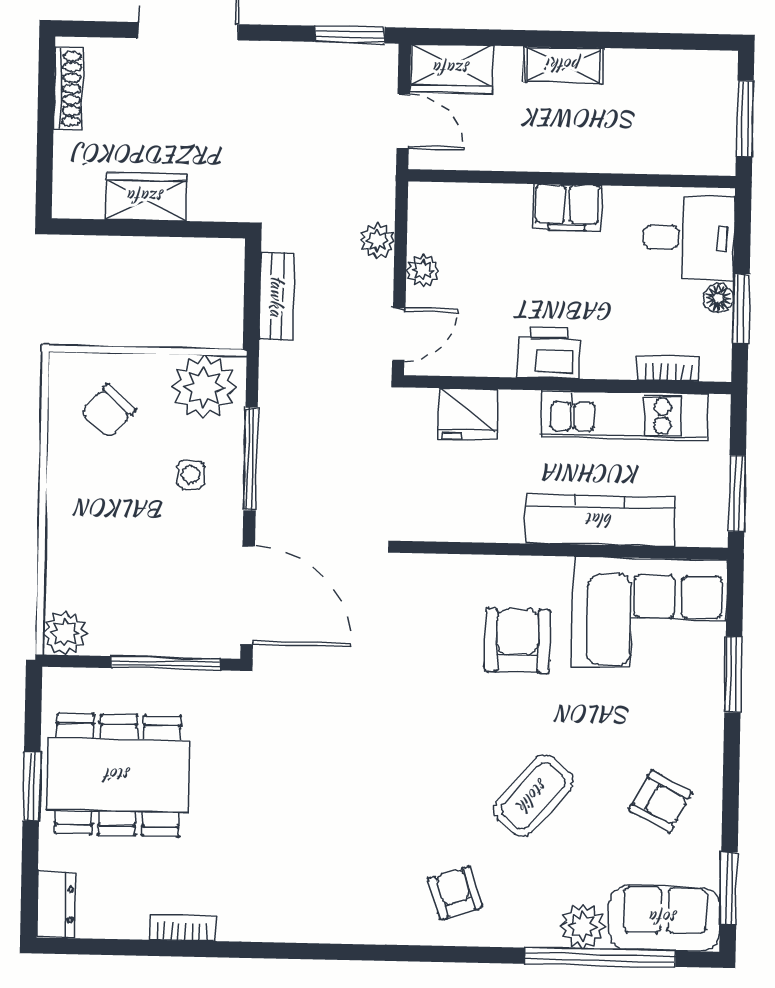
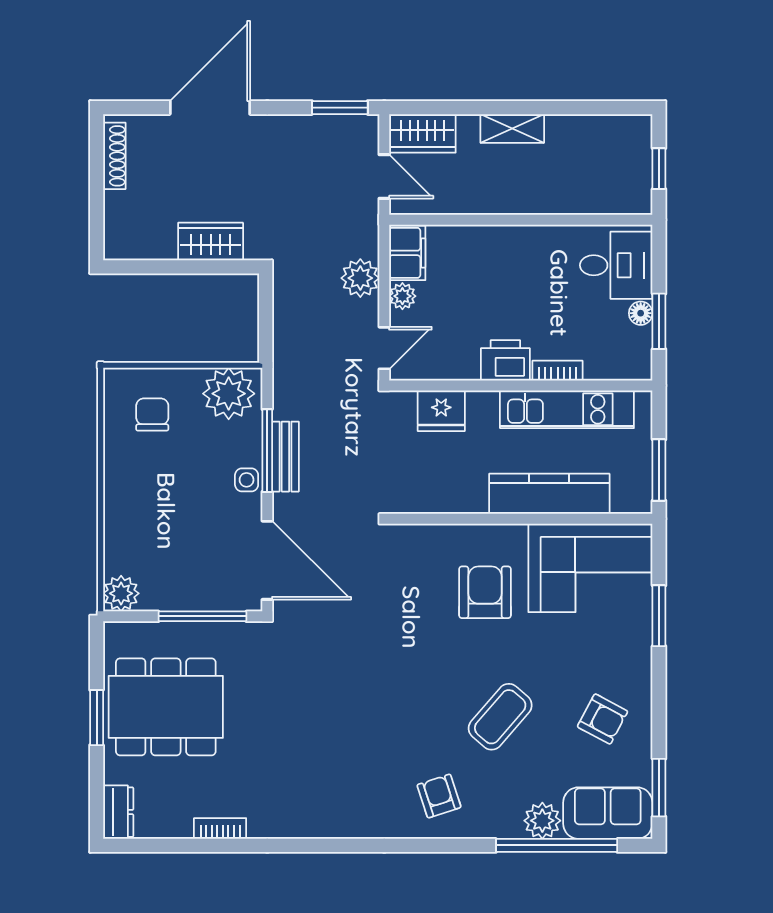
window: (745, 119) -> (659, 169), width x0.67
wardrobe: (146, 197) -> (211, 242), moved
filing cabinet: (567, 207) -> (407, 253), moved, turned -90
plant: (377, 241) -> (360, 278), width x1.38, depth x1.38
bench: (277, 296) -> (285, 457), moved
bookcase: (668, 368) -> (558, 371), moved
chair: (109, 411) -> (152, 415), turned 138
side table: (191, 475) -> (247, 480), moved

